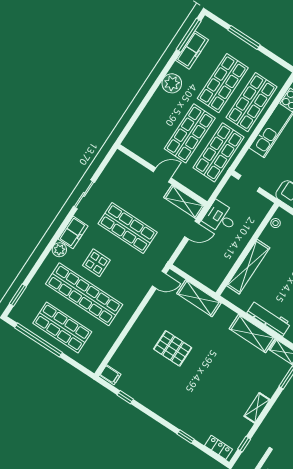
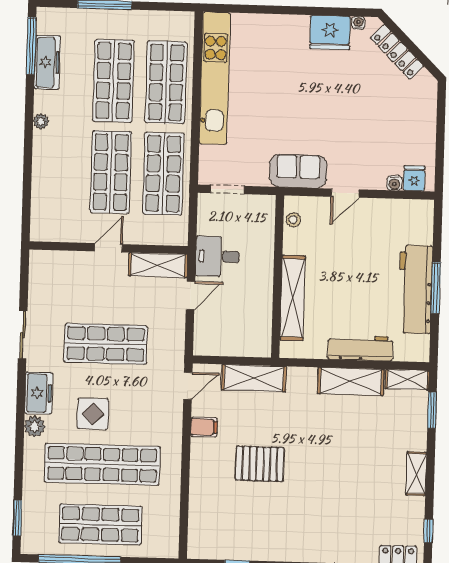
plant: (172, 83) -> (41, 121), width x0.53, depth x0.53
filing cabinet: (110, 375) -> (204, 427), moved

